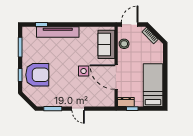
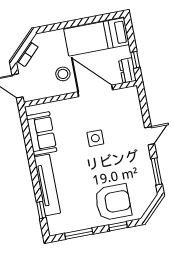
sofa: (106, 44) -> (42, 134), moved, turned -90
stool: (124, 44) -> (63, 74), moved
armchair: (37, 75) -> (113, 202), turned 90
door: (116, 77) -> (95, 91), swing flipped

